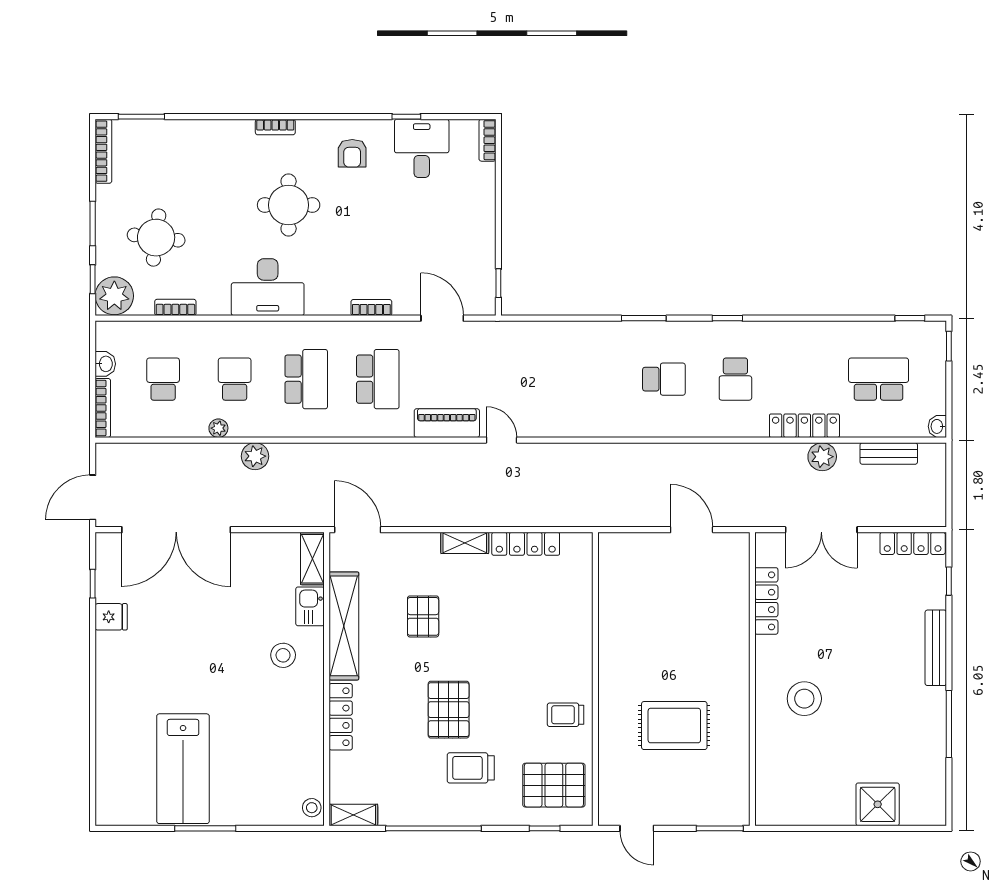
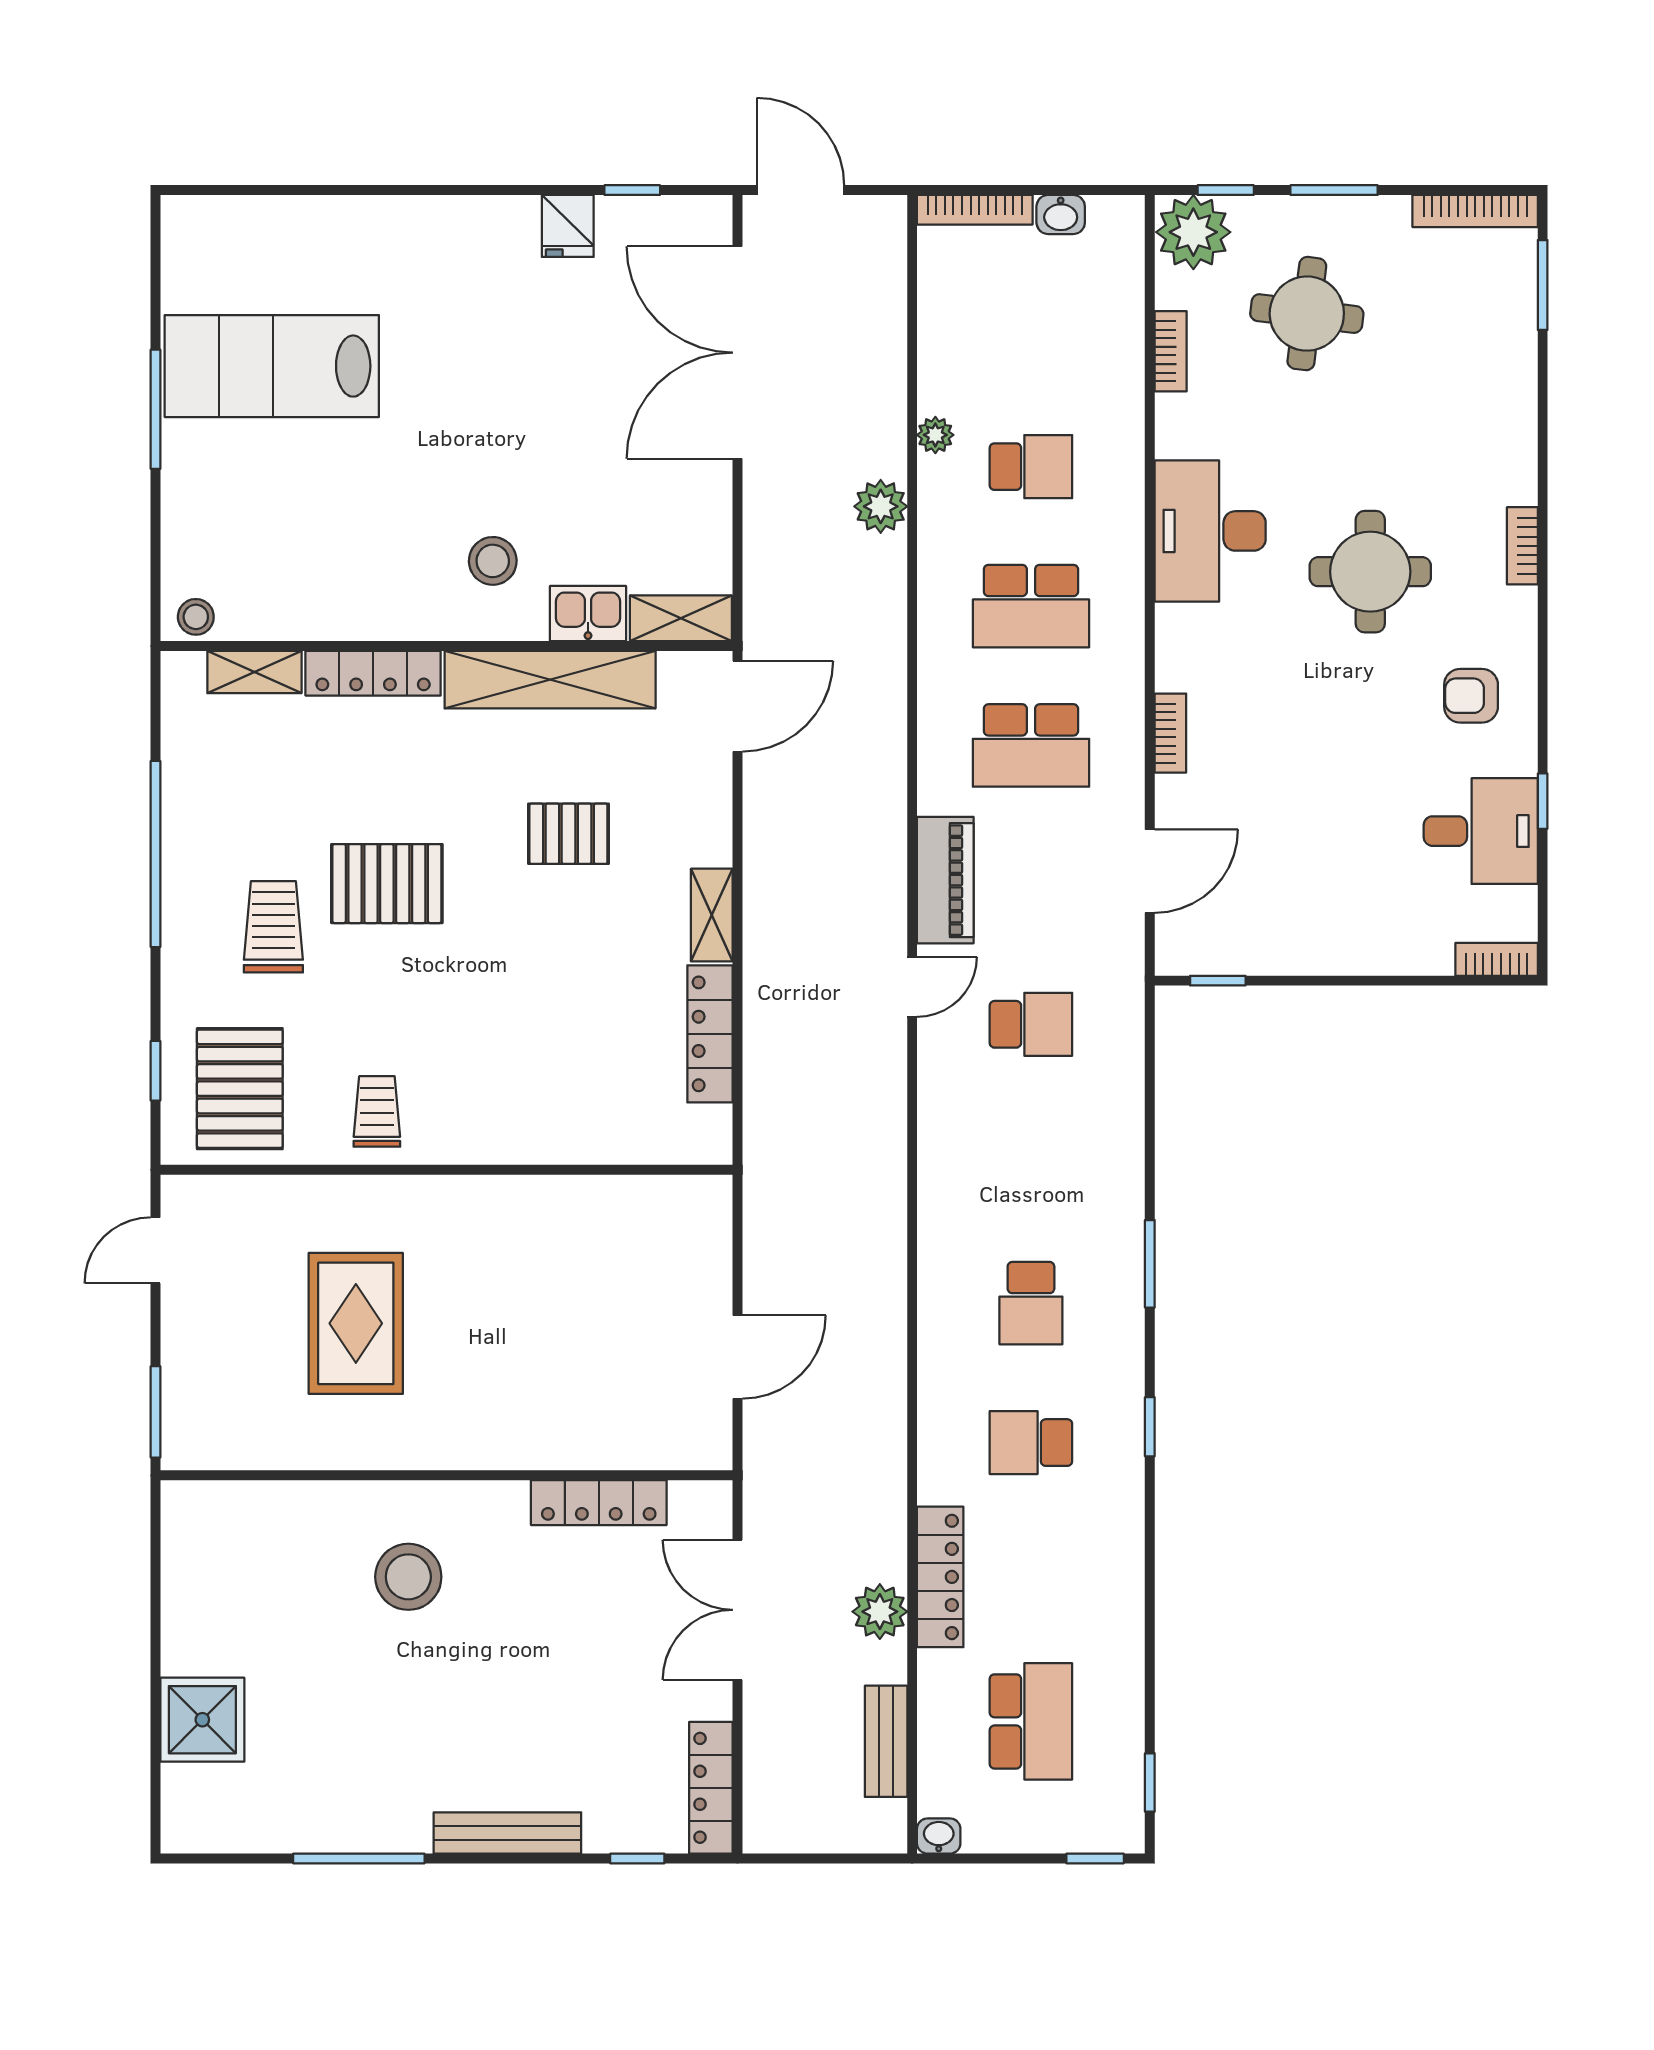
school desk: (163, 379) -> (1031, 1024), moved
shelving: (353, 815) -> (254, 672), moved, turned 90

